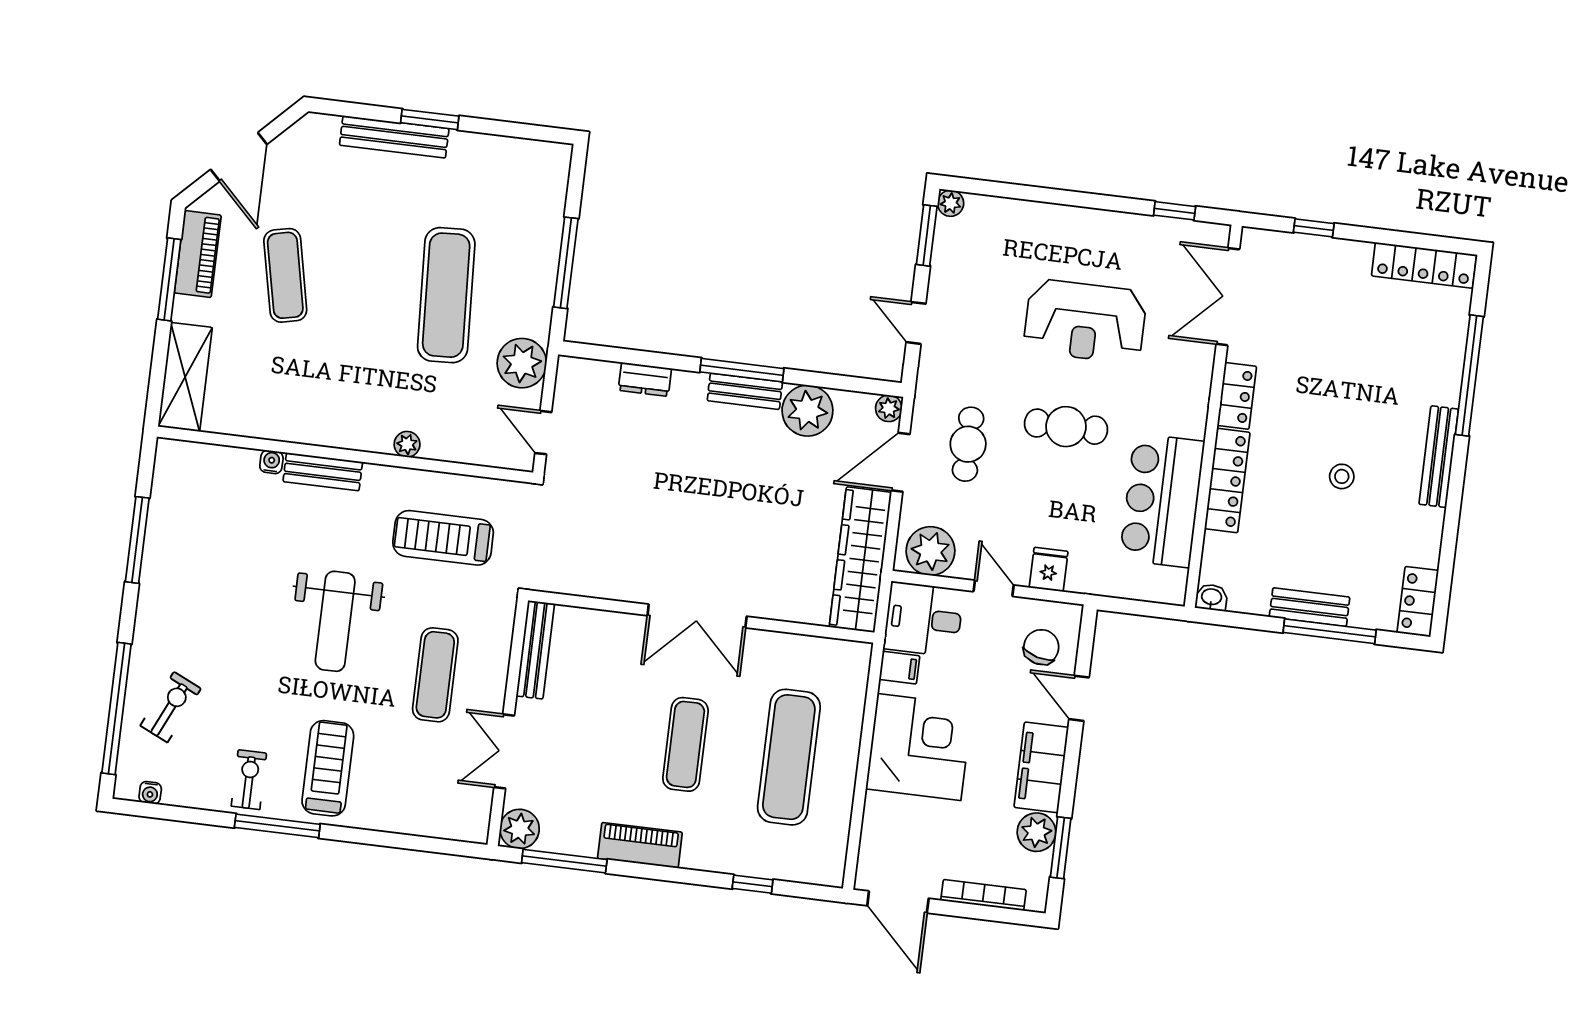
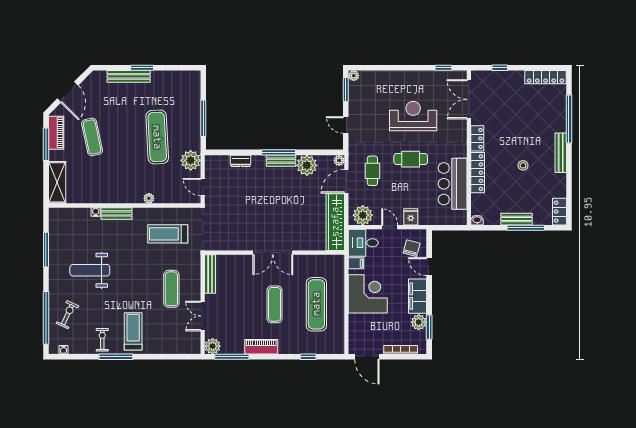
reception desk: (1085, 321) -> (413, 116), turned 180
weight bench: (335, 621) -> (90, 270), moved, turned 90

